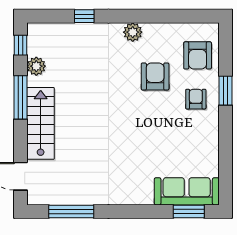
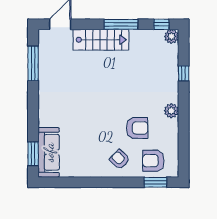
plant: (36, 66) -> (171, 36), moved
window: (226, 91) -> (155, 182), moved
armchair: (196, 99) -> (120, 159), turned -137

